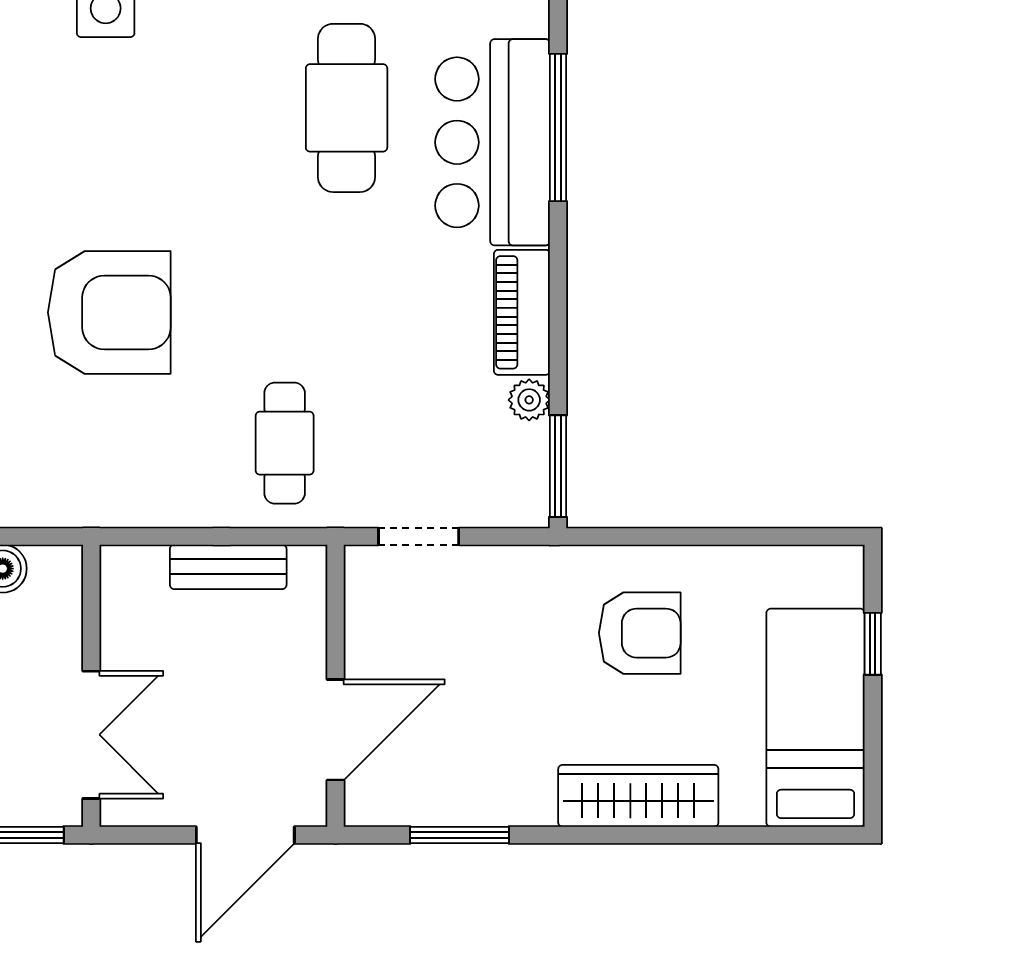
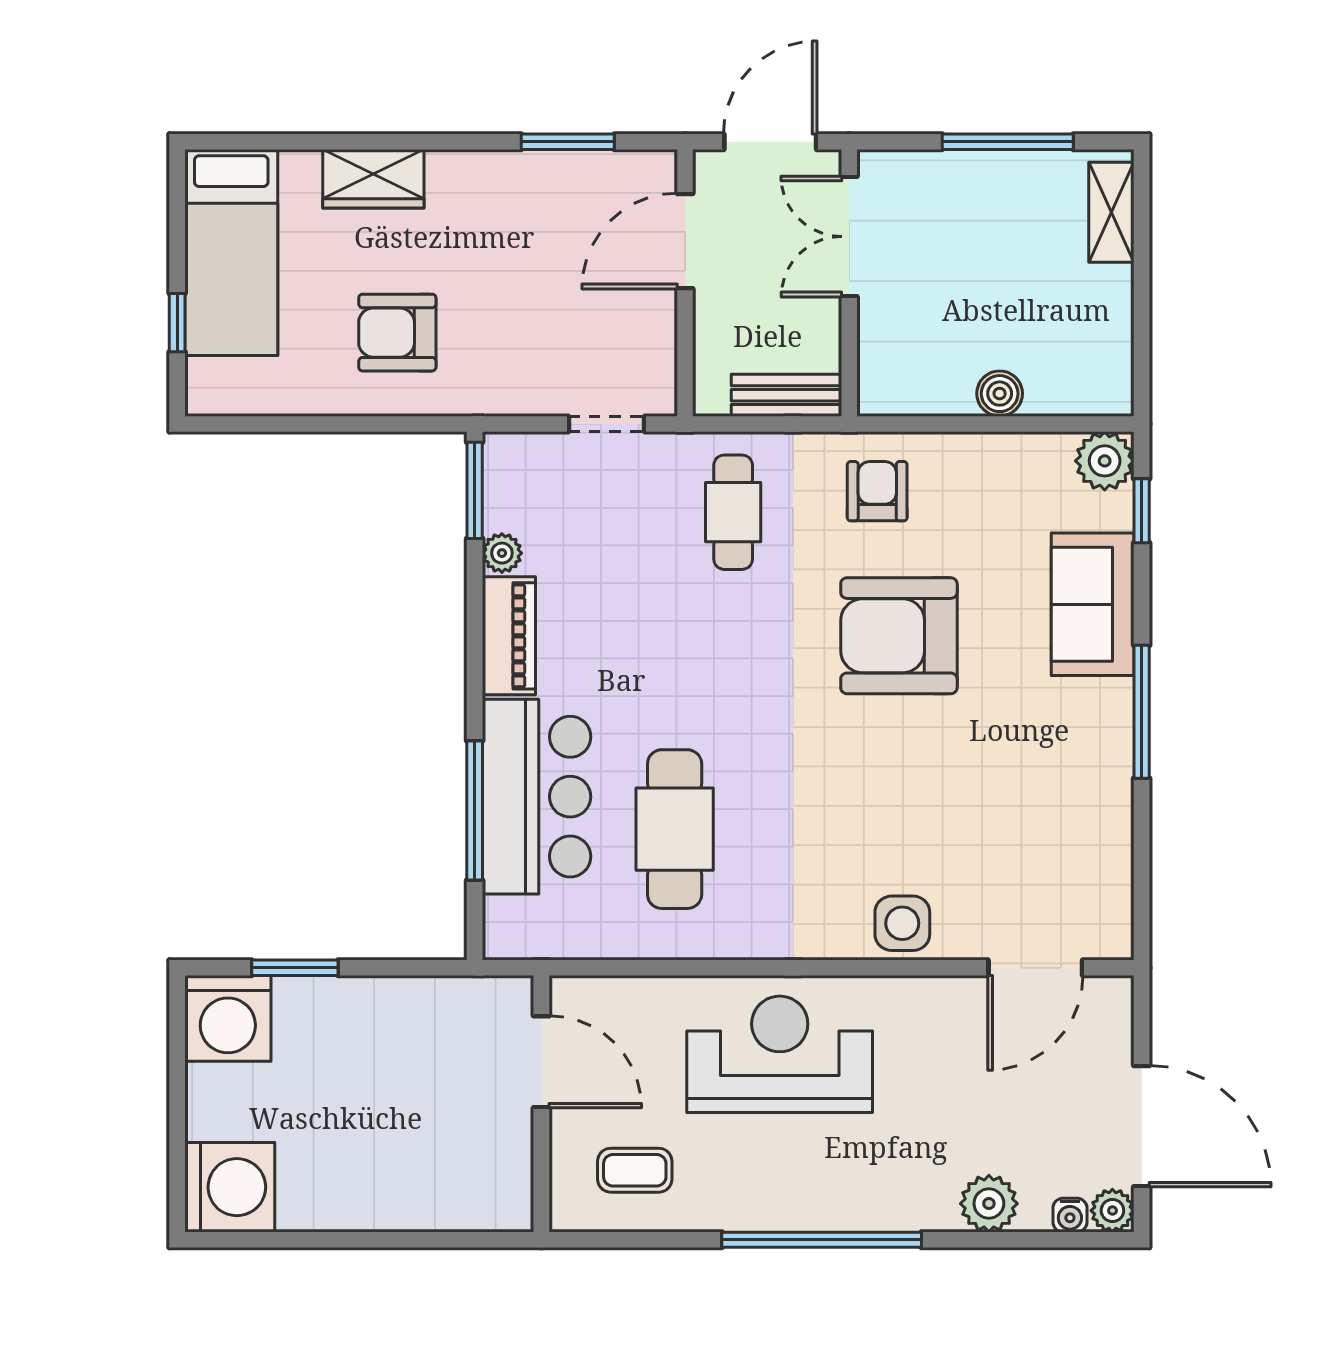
armchair: (132, 465) -> (877, 491), added
wall: (91, 686) -> (849, 283), moved
double door: (91, 735) -> (849, 237), moved
wardrobe: (638, 796) -> (373, 179), width x0.67

